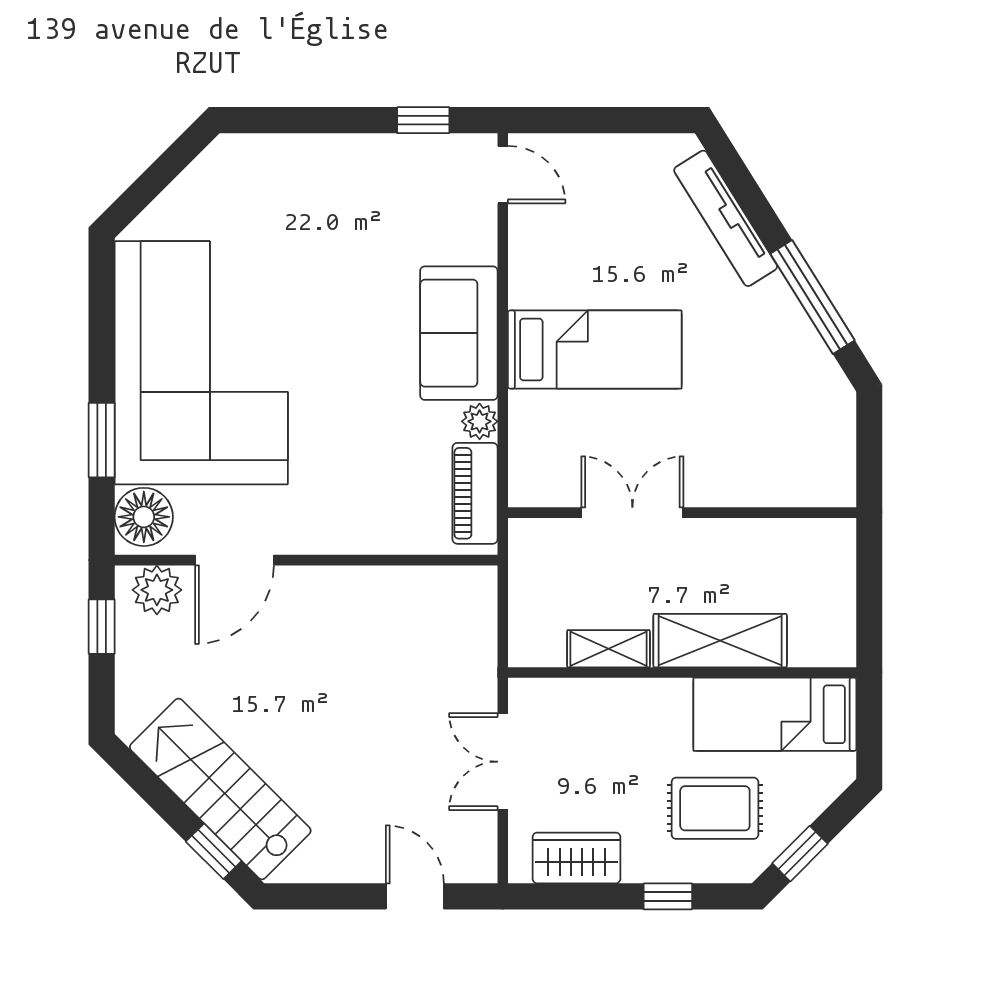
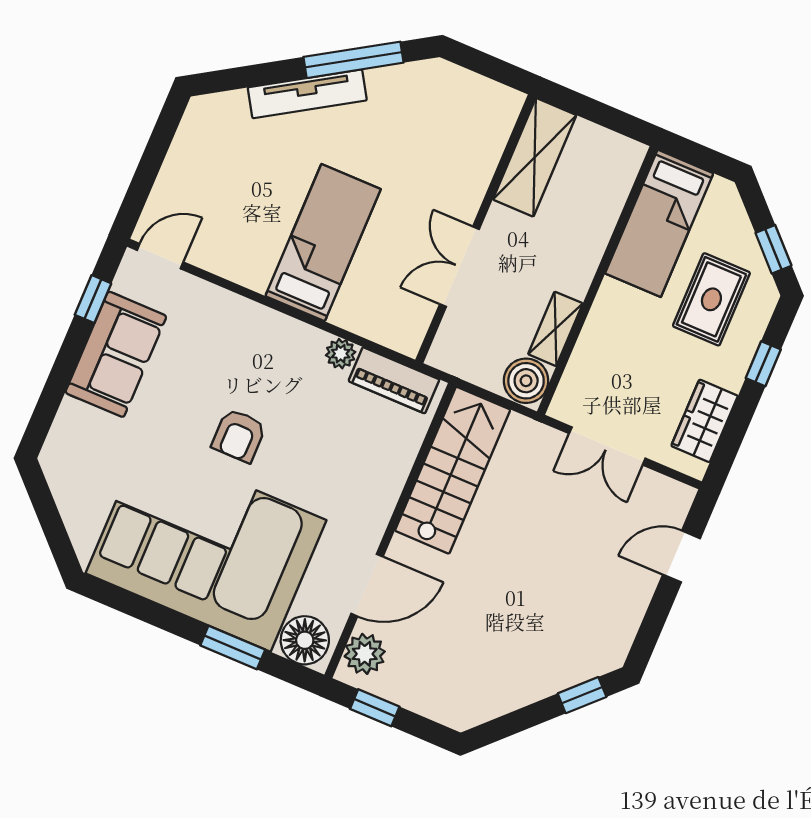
tv unit: (726, 218) -> (307, 94), moved
sofa: (459, 333) -> (116, 354), moved, turned -90
armchair: (340, 347) -> (239, 436), added
door: (234, 560) -> (367, 585), hinge flipped
boiler: (537, 640) -> (526, 381), added
shelving: (720, 641) -> (535, 157), moved
stairs: (220, 789) -> (453, 470), moved, turned 135

